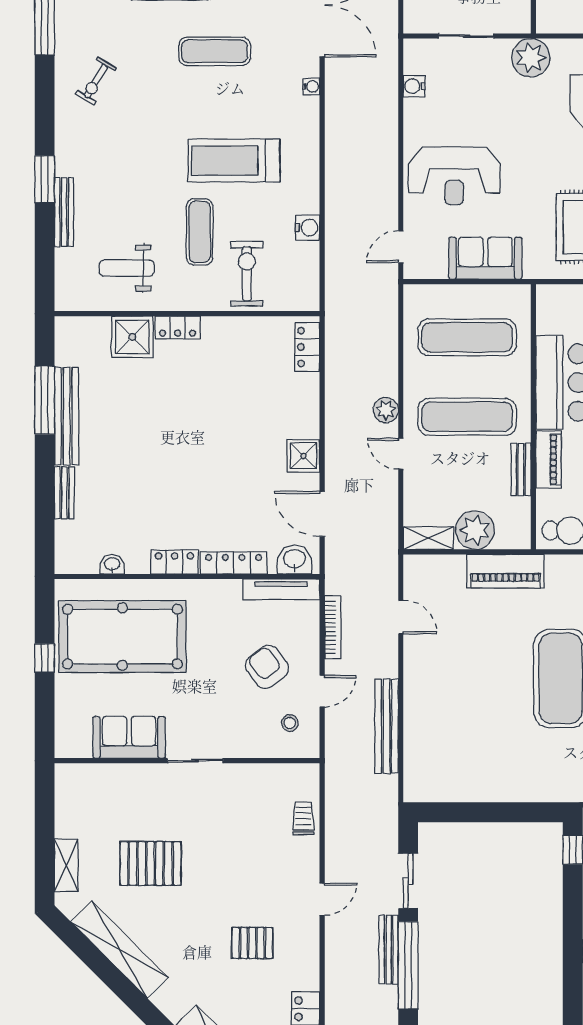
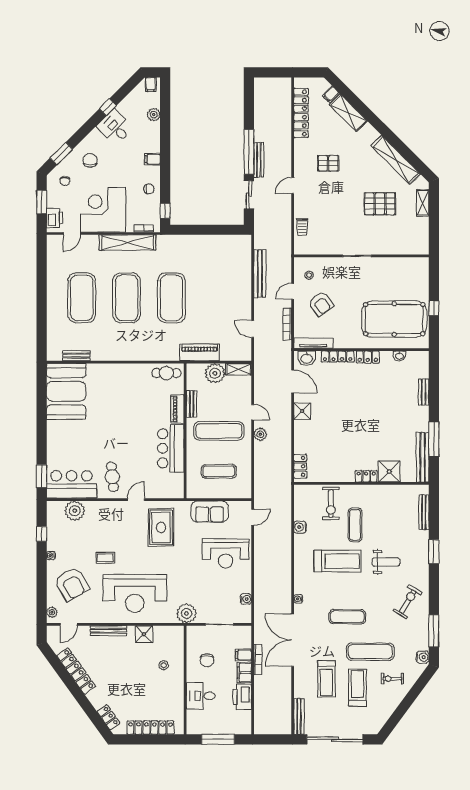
exercise bike: (96, 81) -> (408, 602), width x1.38, depth x1.39
reception desk: (454, 176) -> (225, 553), turned 180
bench: (64, 212) -> (424, 512), moved
weight bench: (127, 268) -> (386, 562), moved
exercise mat: (467, 337) -> (219, 471), width x0.73, depth x0.69
bench: (67, 416) -> (423, 457), moved
sofa: (129, 737) -> (391, 268), removed

